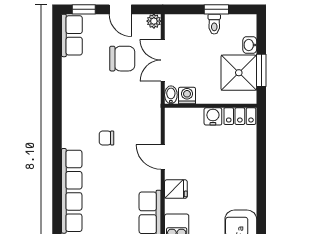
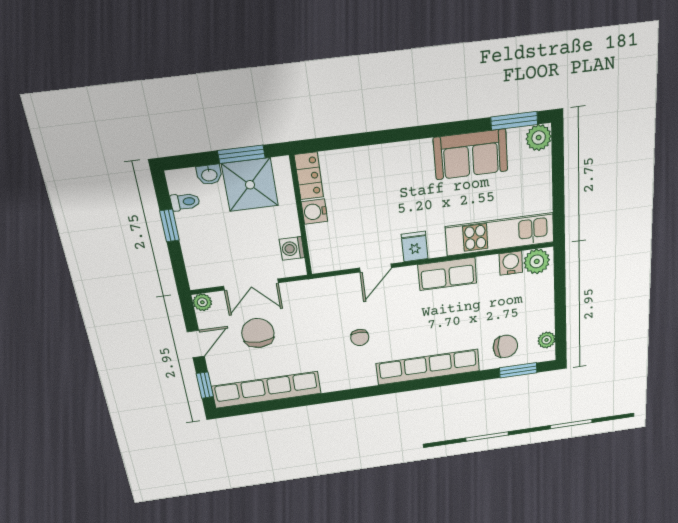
toilet: (214, 24) -> (185, 202), moved
row of seats: (72, 35) -> (267, 390), width x2.02
bidet: (171, 95) -> (294, 269), removed

